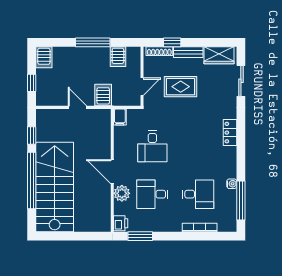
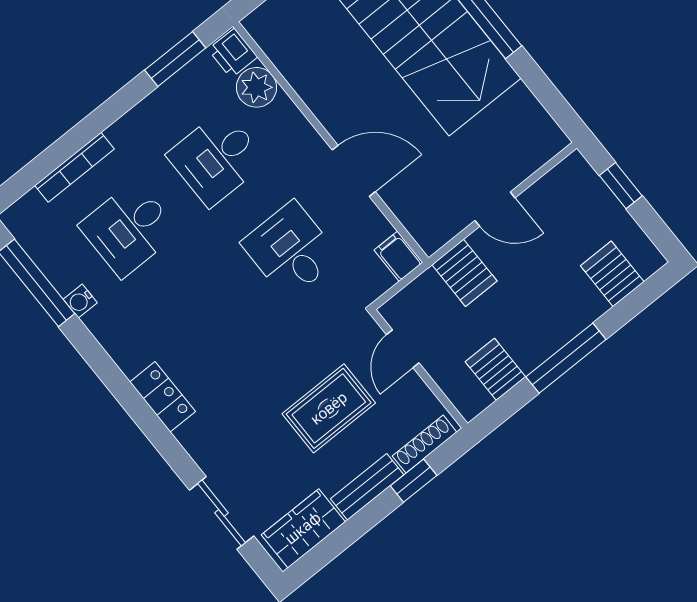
server rack: (44, 57) -> (612, 274), moved
window: (32, 135) -> (539, 85), removed
door: (112, 172) -> (354, 171), moved
plant: (122, 193) -> (257, 87), moved
desk: (152, 194) -> (217, 158), turned 180

